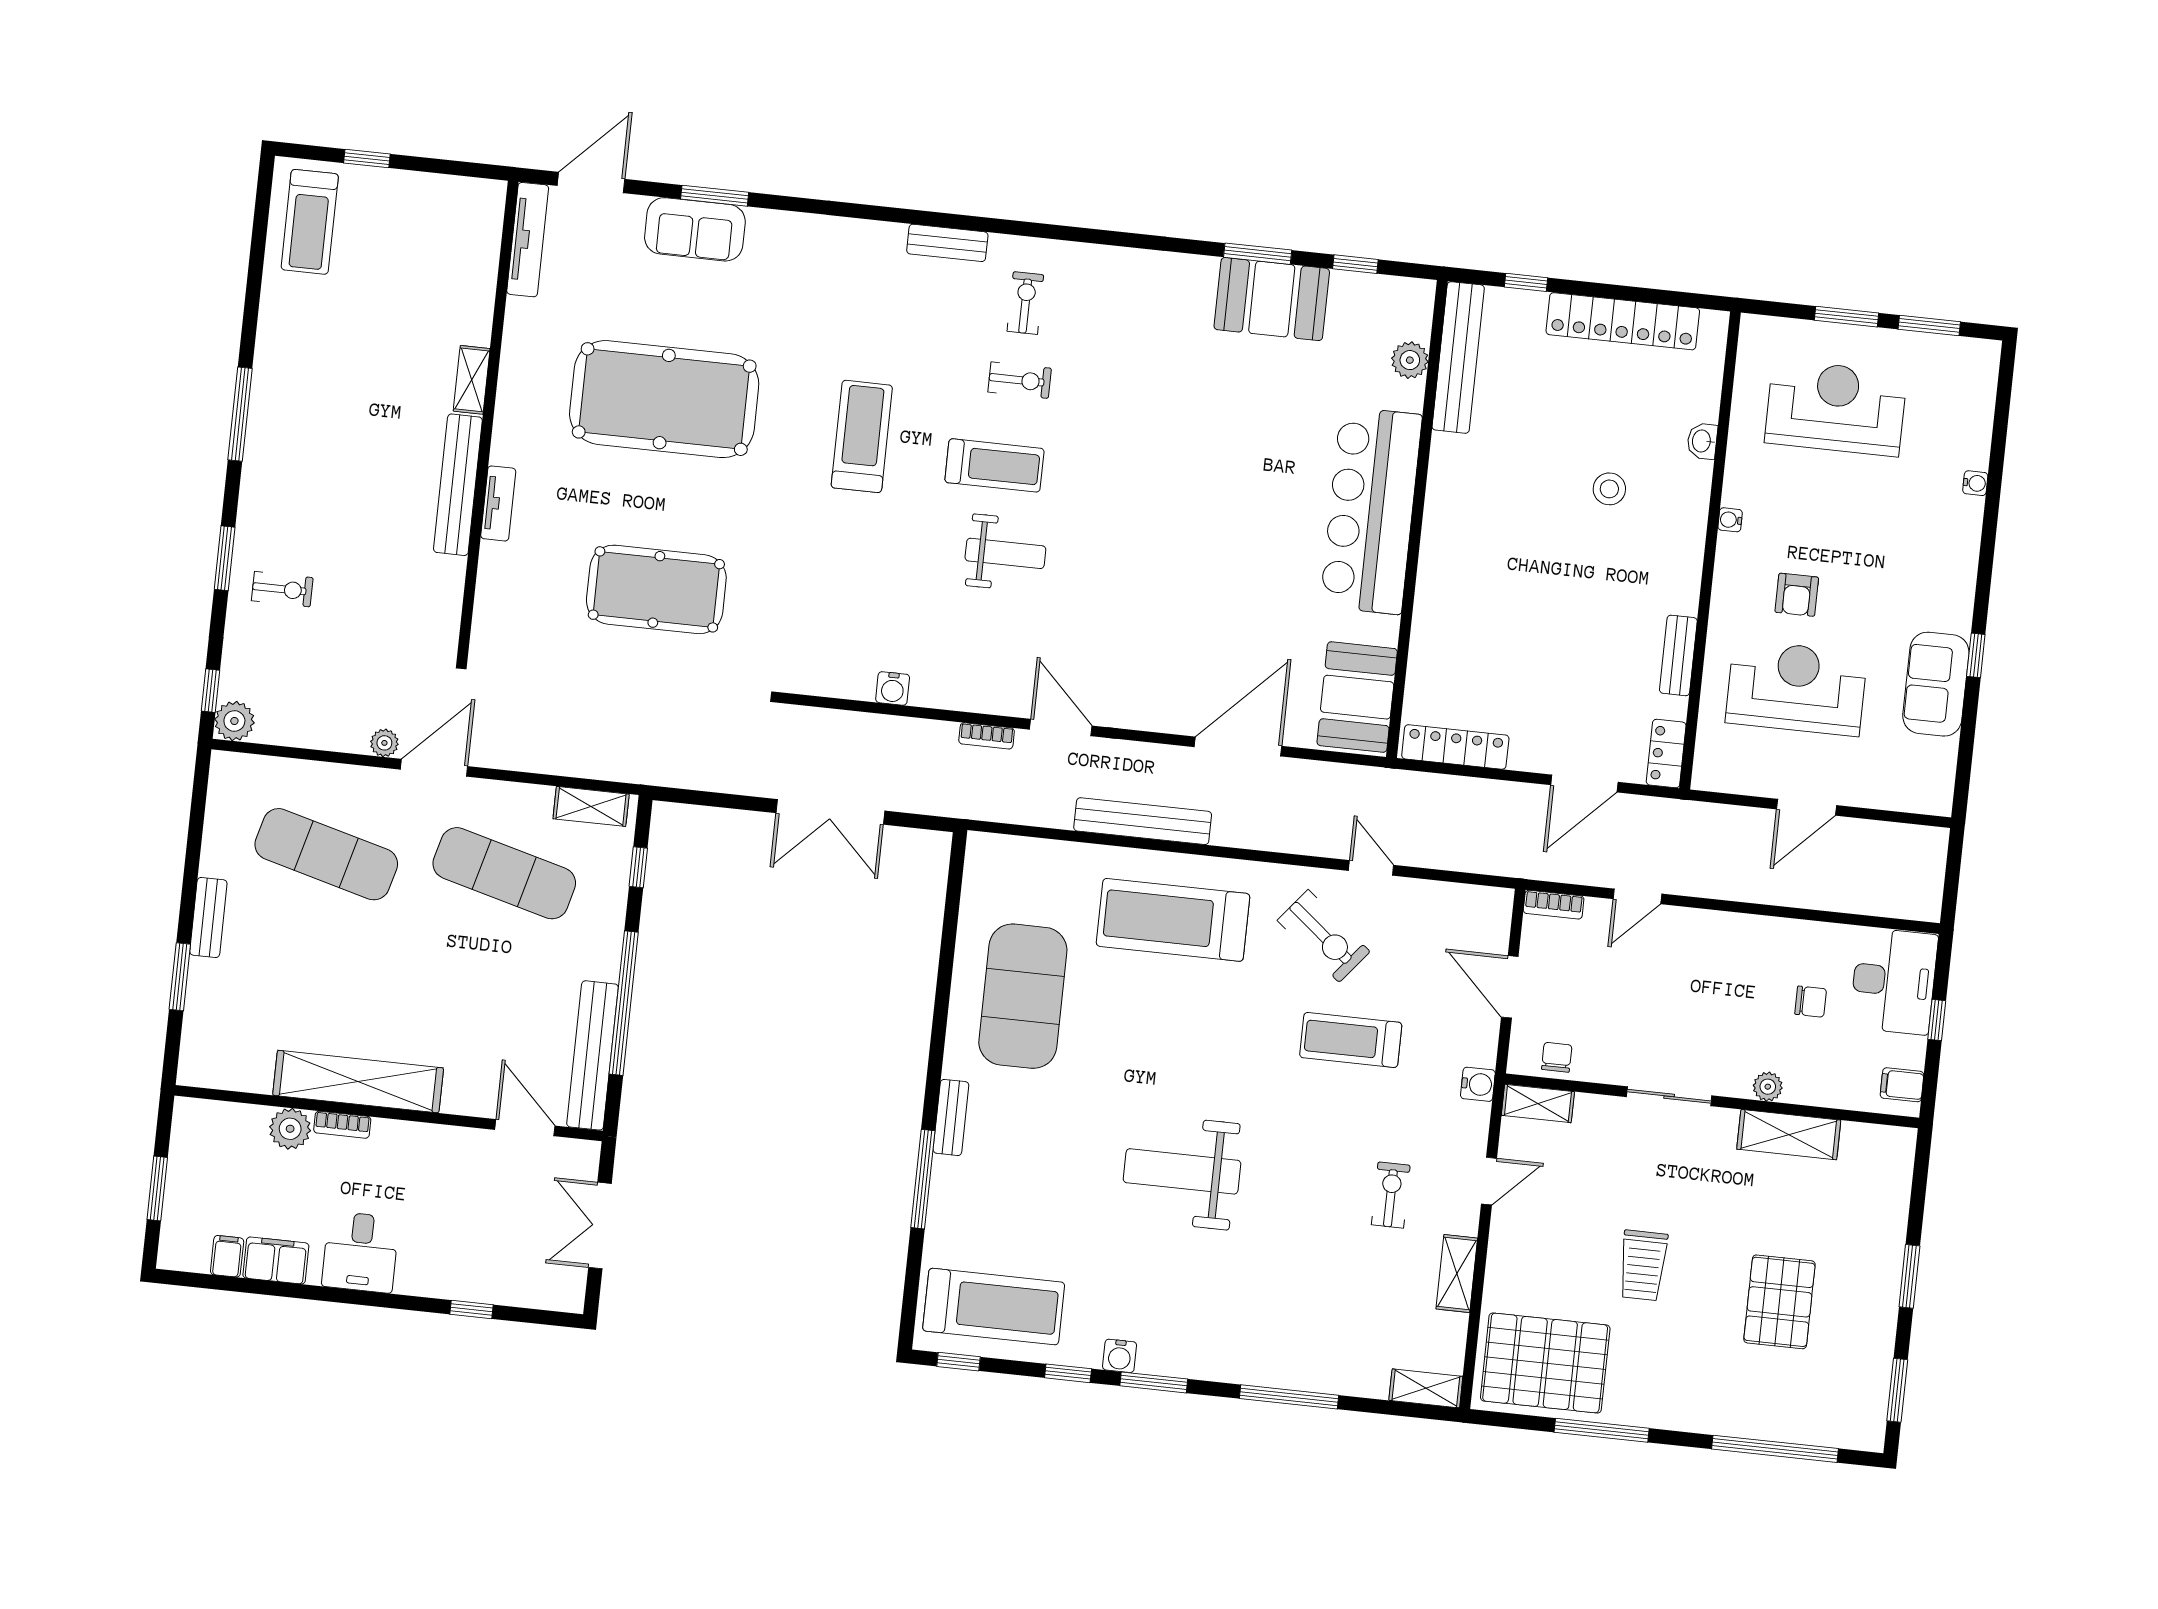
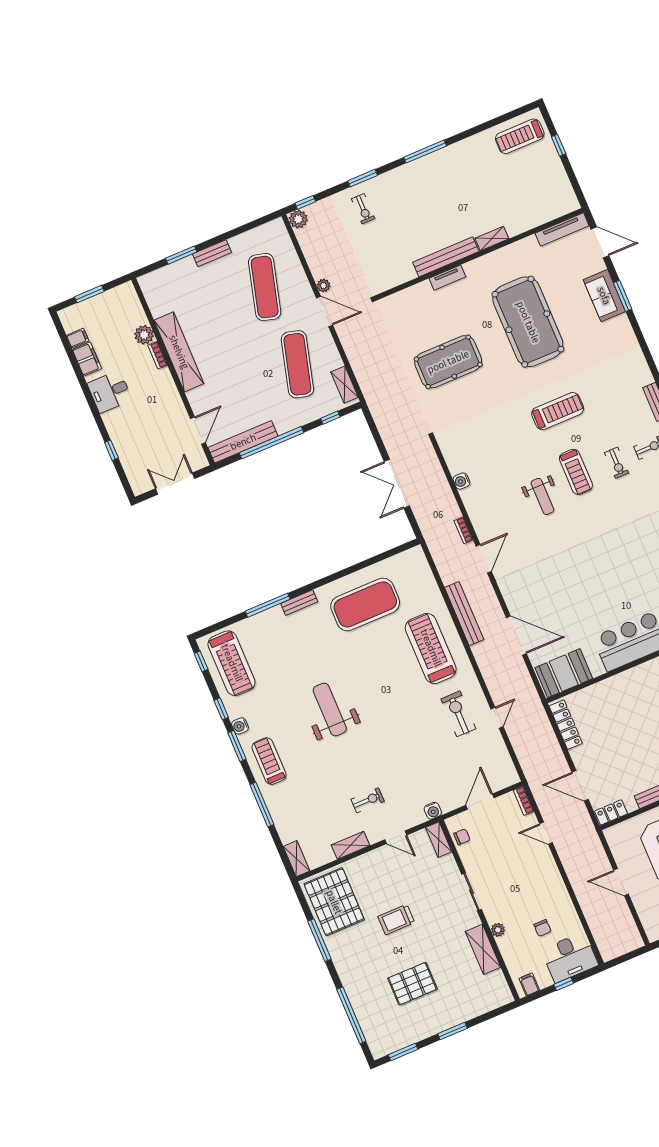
pool table: (656, 589) -> (448, 362), turned 90
exercise bike: (1324, 936) -> (458, 714), turned 141
treadmill: (1351, 1040) -> (269, 761), moved

